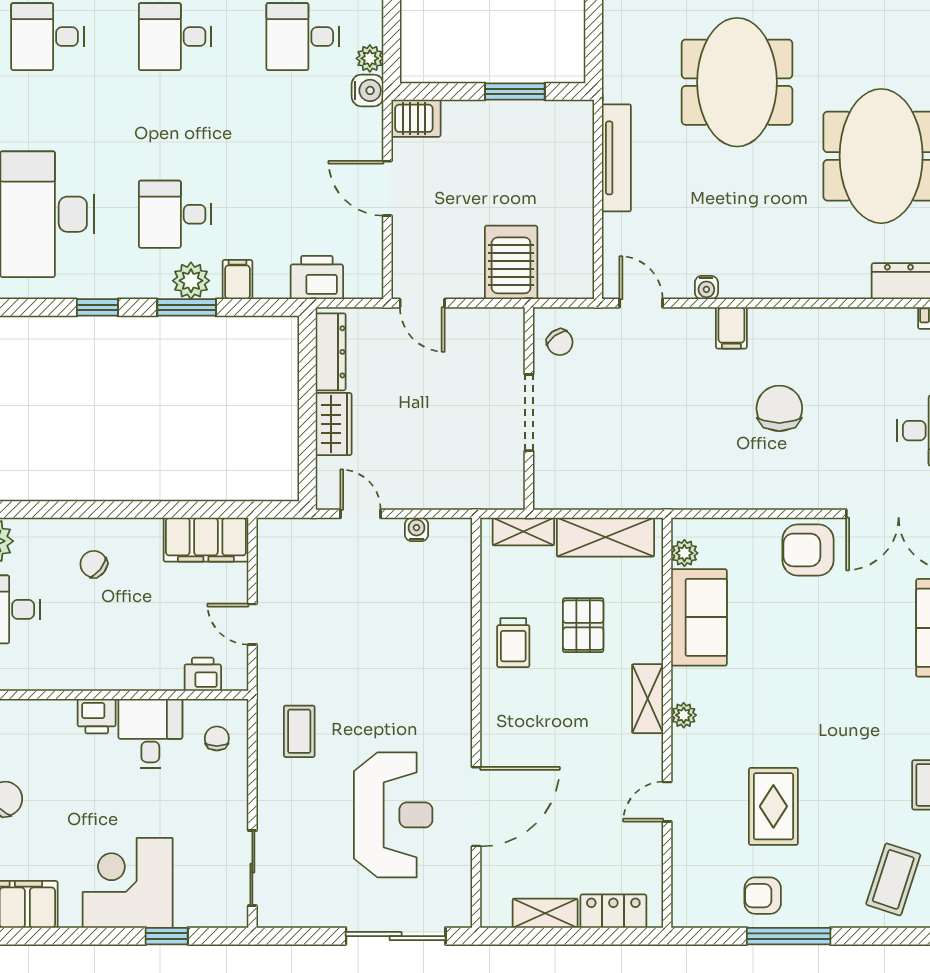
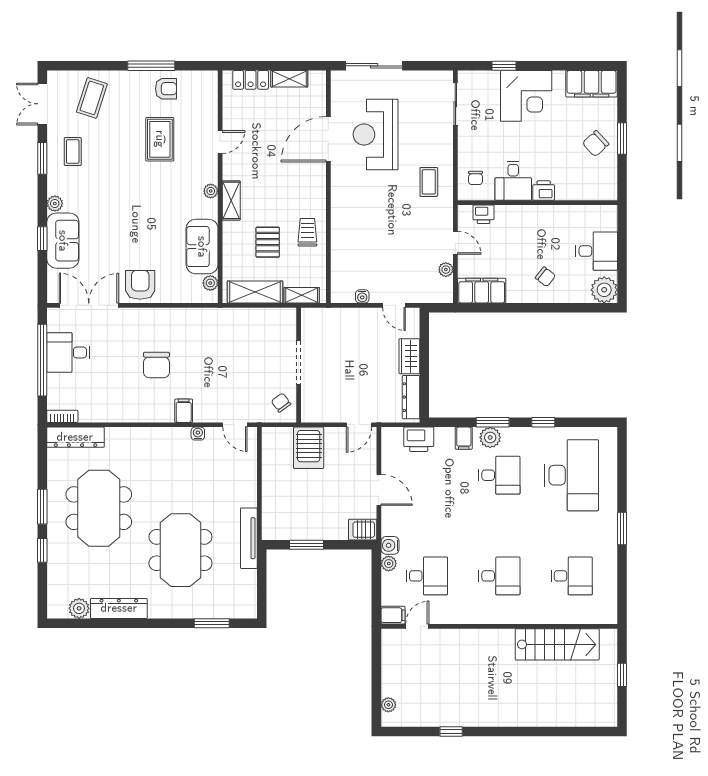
tv unit: (616, 158) -> (249, 538), moved
door: (422, 303) -> (359, 425), swing flipped
armchair: (808, 550) -> (140, 285), turned -90
plant: (269, 577) -> (446, 270), added

